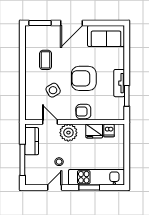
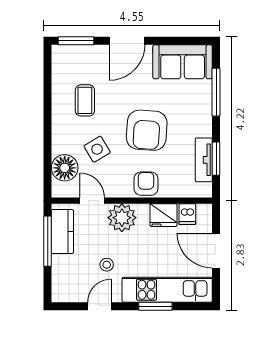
window: (127, 55) -> (216, 92), added
armchair: (84, 78) -> (147, 130), turned -86
tv unit: (119, 83) -> (204, 160), moved
floor lamp: (33, 102) -> (65, 168), added
armchair: (83, 111) -> (146, 184), turned 91
door: (127, 153) -> (216, 251), added
window: (22, 160) -> (48, 241), moved

